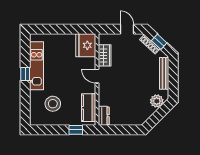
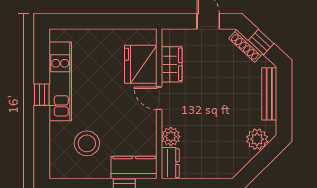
fridge: (86, 45) -> (141, 64), moved
plant: (104, 99) -> (171, 137), added
kitchen counter: (89, 108) -> (134, 167), moved, turned 90

